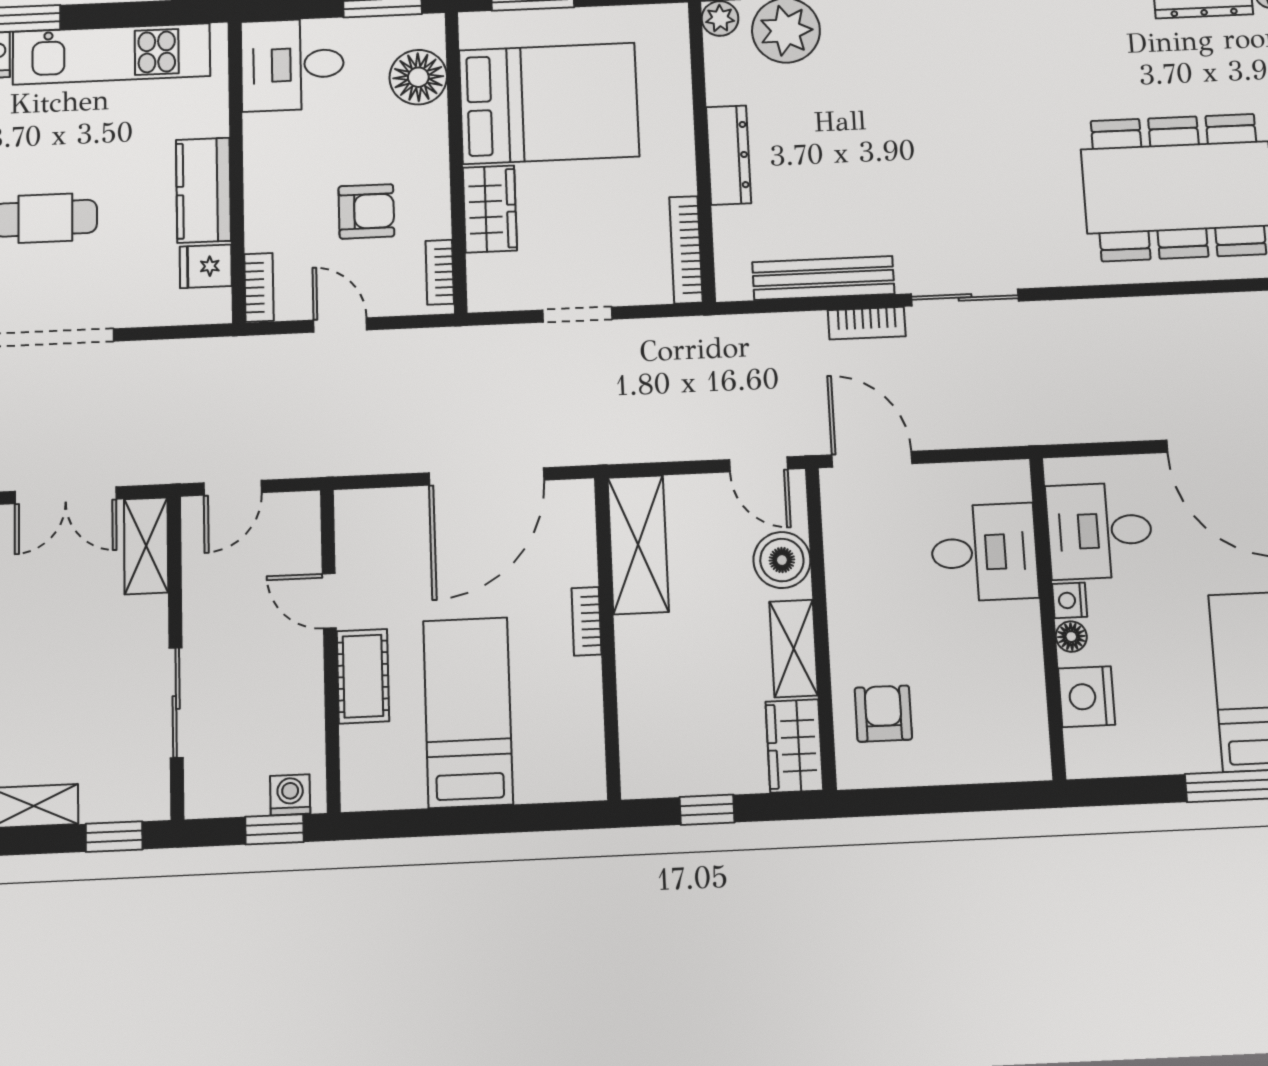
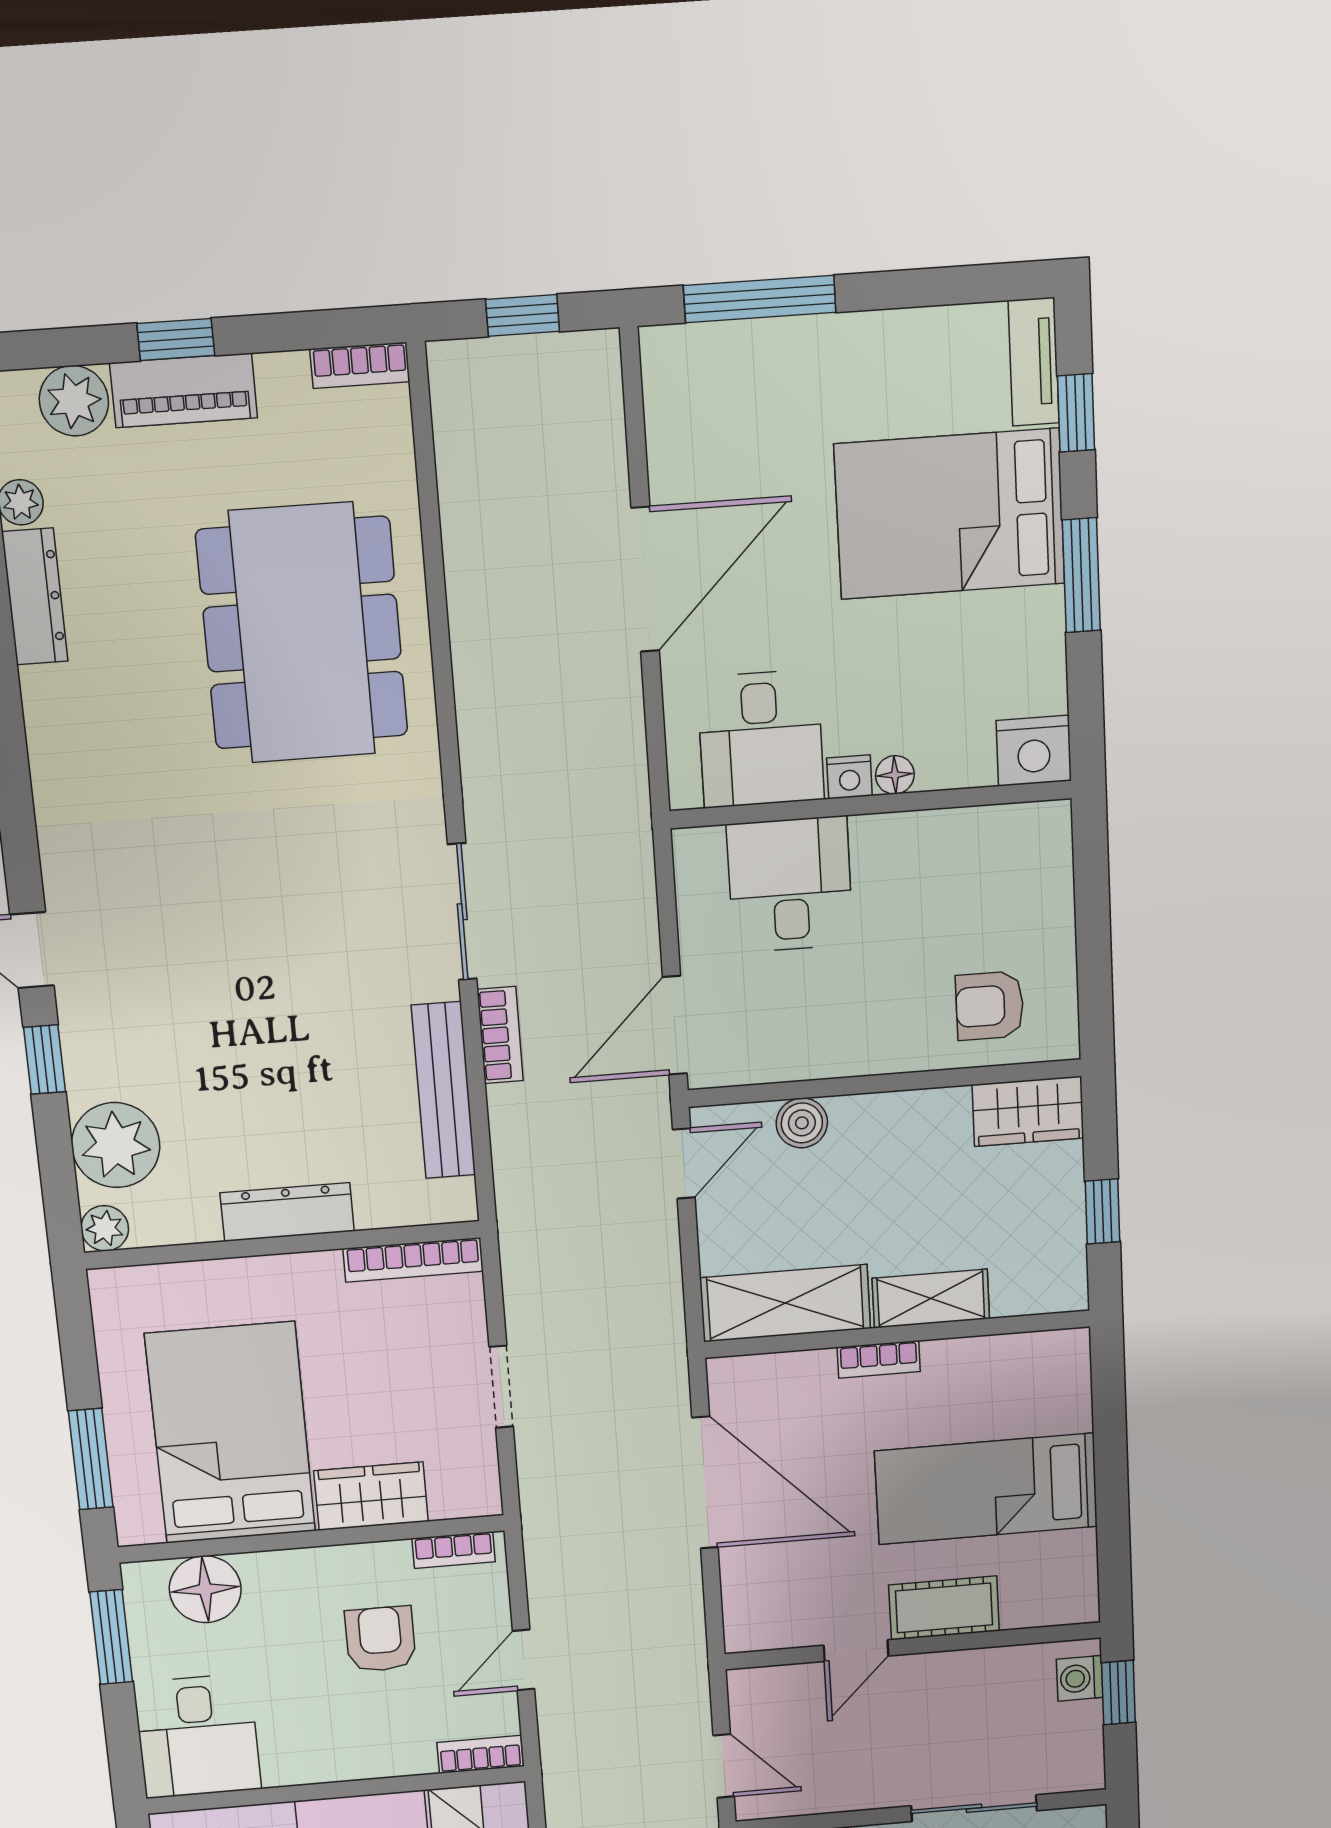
boiler: (782, 560) -> (802, 1123), width x0.73, depth x0.73
shelving: (794, 648) -> (931, 1299), moved
nightstand: (1087, 697) -> (1034, 751), moved

